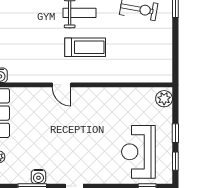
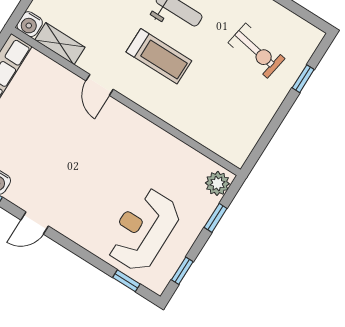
shelving: (24, 76) -> (60, 44), added
window: (175, 133) -> (216, 218), moved

